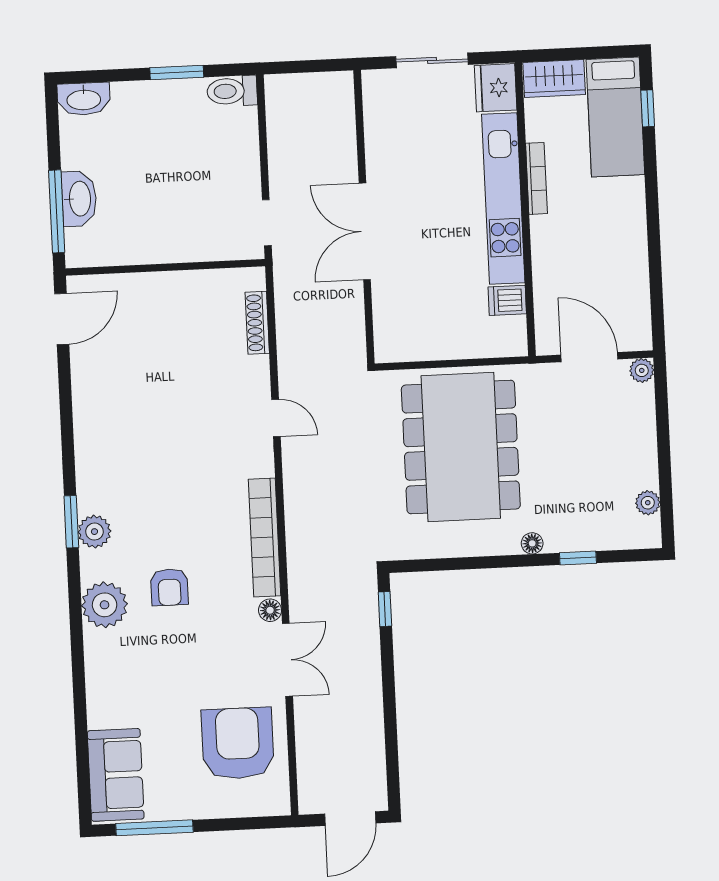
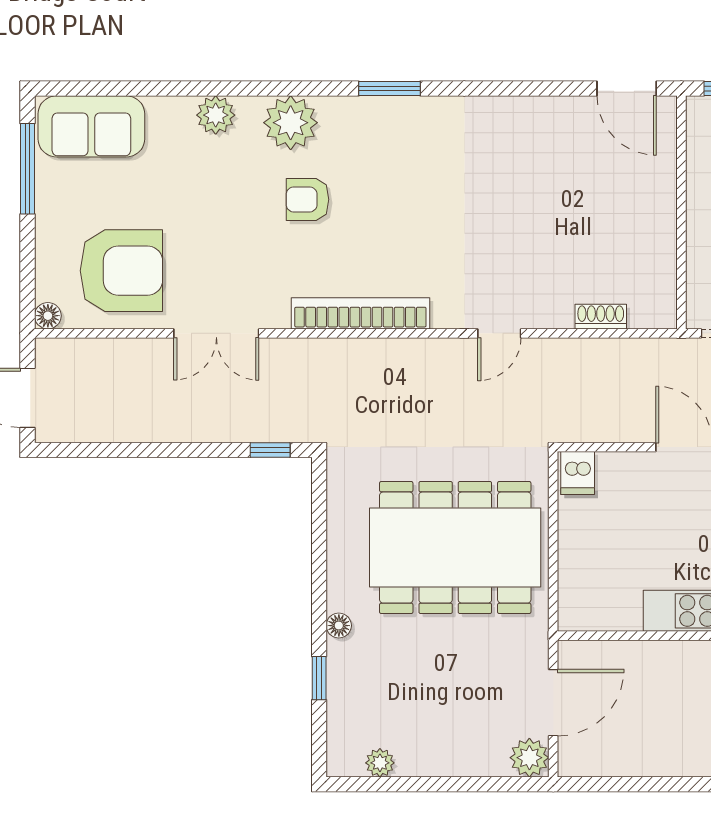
dishwasher: (507, 300) -> (578, 473), moved, turned 180
shoe rack: (257, 323) -> (601, 317), width x0.70
plant: (642, 370) -> (529, 758), width x1.38, depth x1.38
plant: (94, 532) -> (216, 115), moved
floor lamp: (270, 610) -> (48, 316), moved

